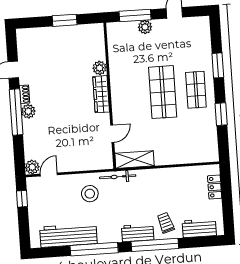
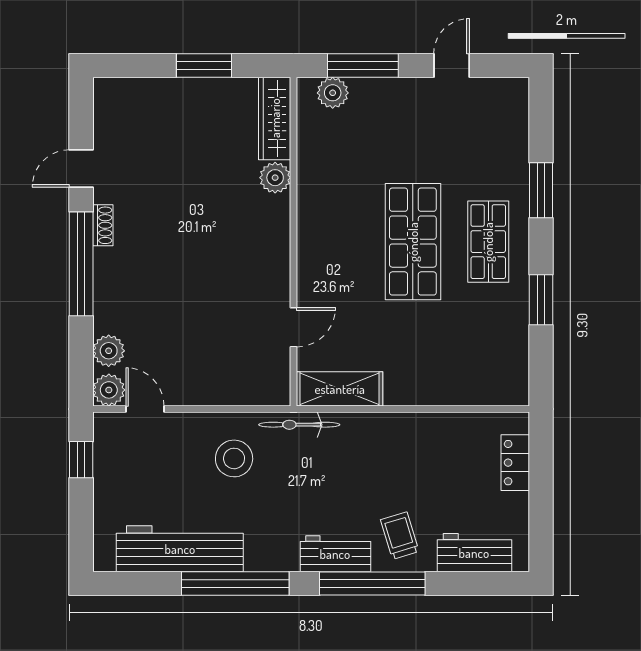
plant: (145, 27) -> (333, 93), moved
wardrobe: (101, 94) -> (275, 118), moved
plant: (28, 111) -> (109, 351), moved
door: (49, 174) -> (145, 409), hinge flipped

